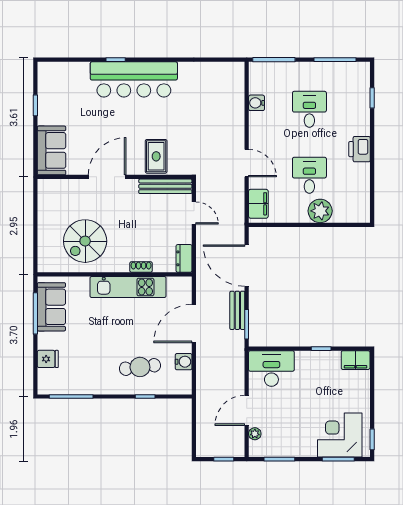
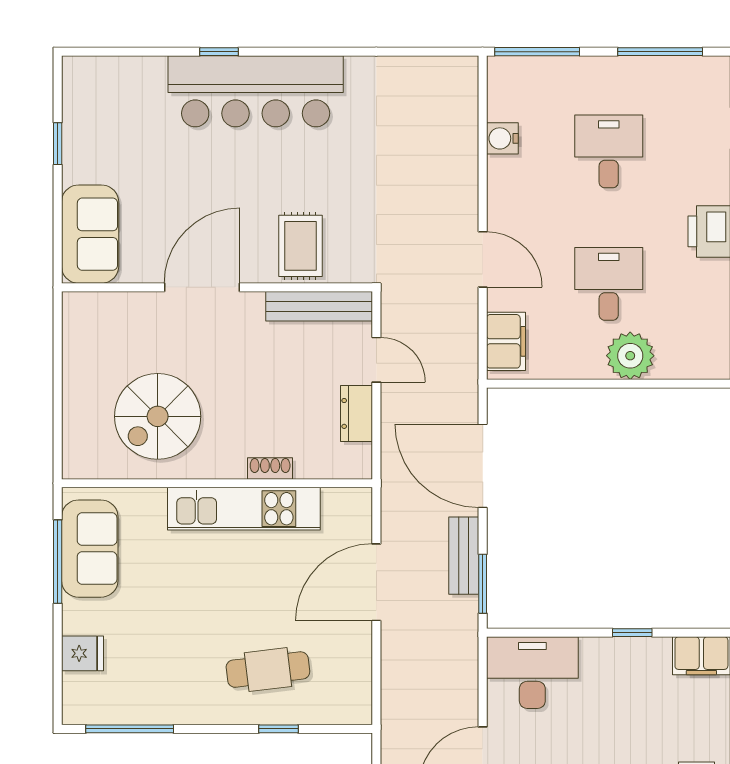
dresser: (184, 258) -> (356, 413), moved
water cooler: (184, 362) -> (356, 659), removed

